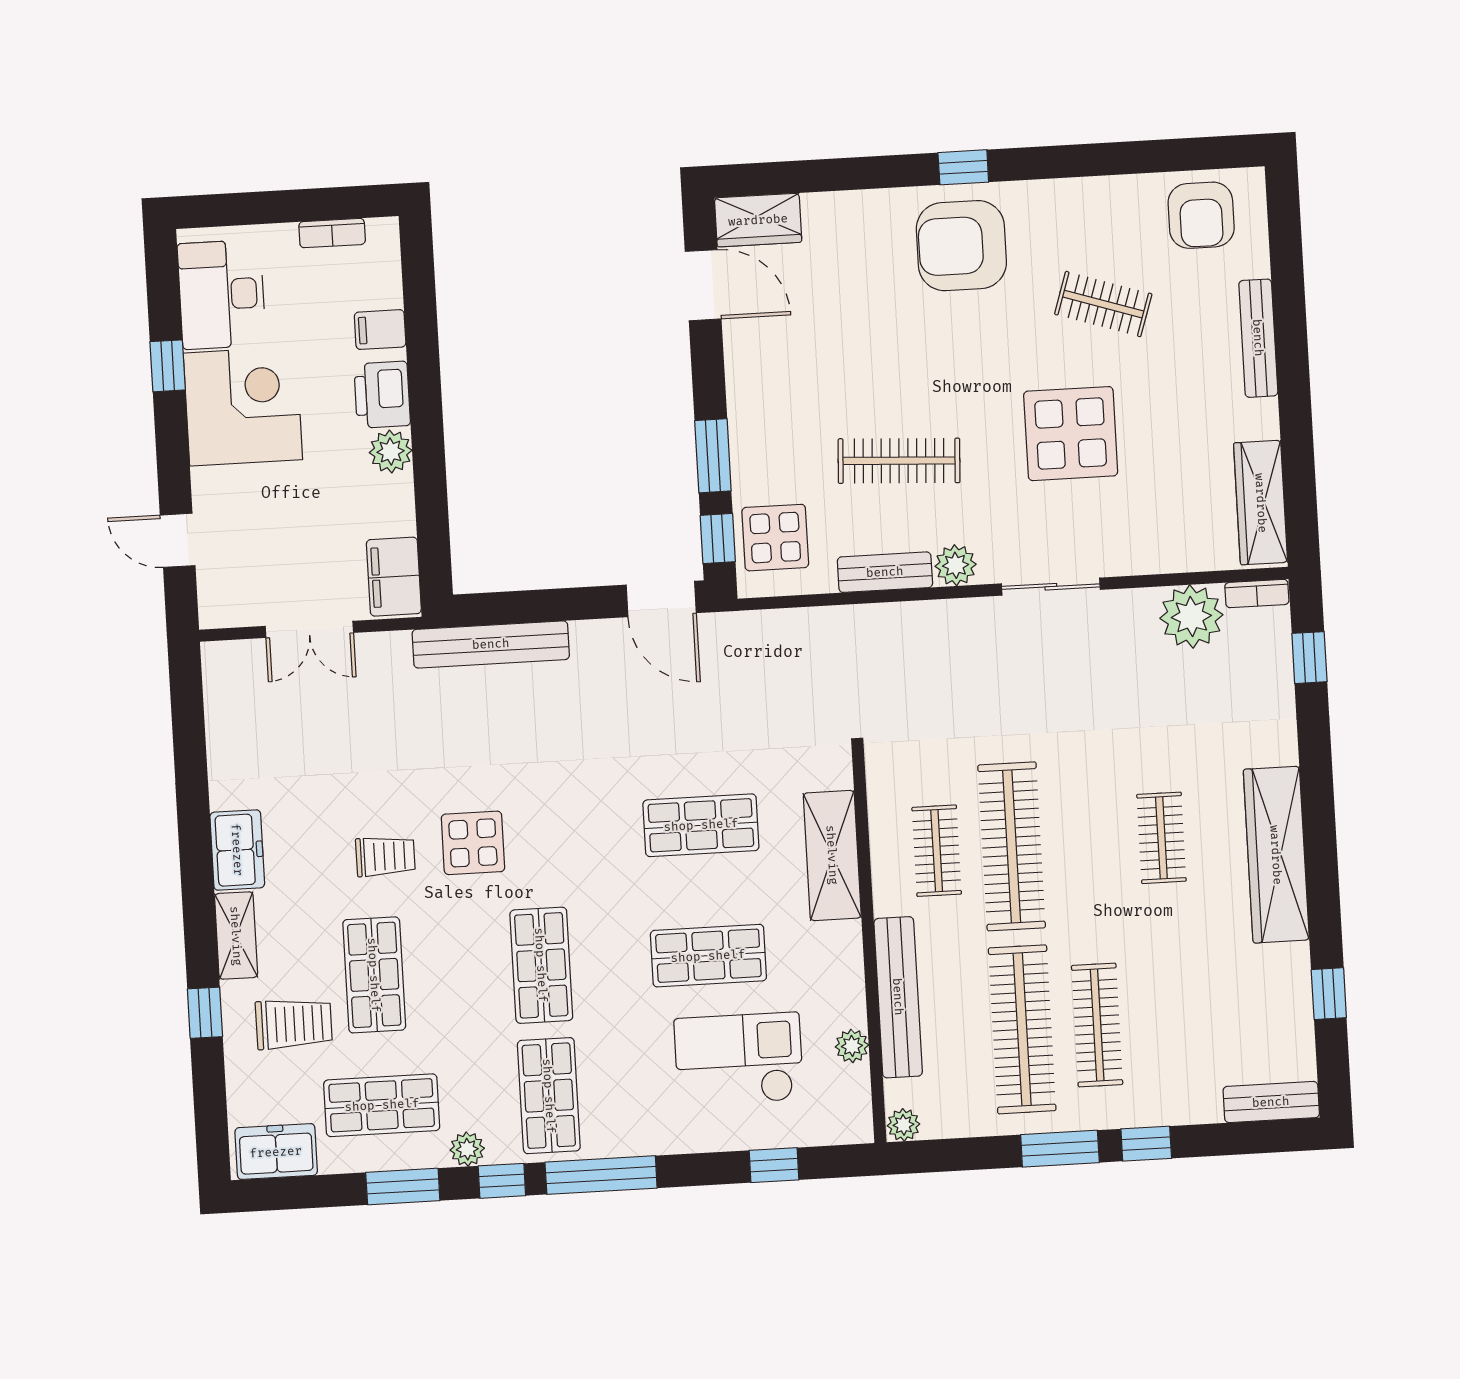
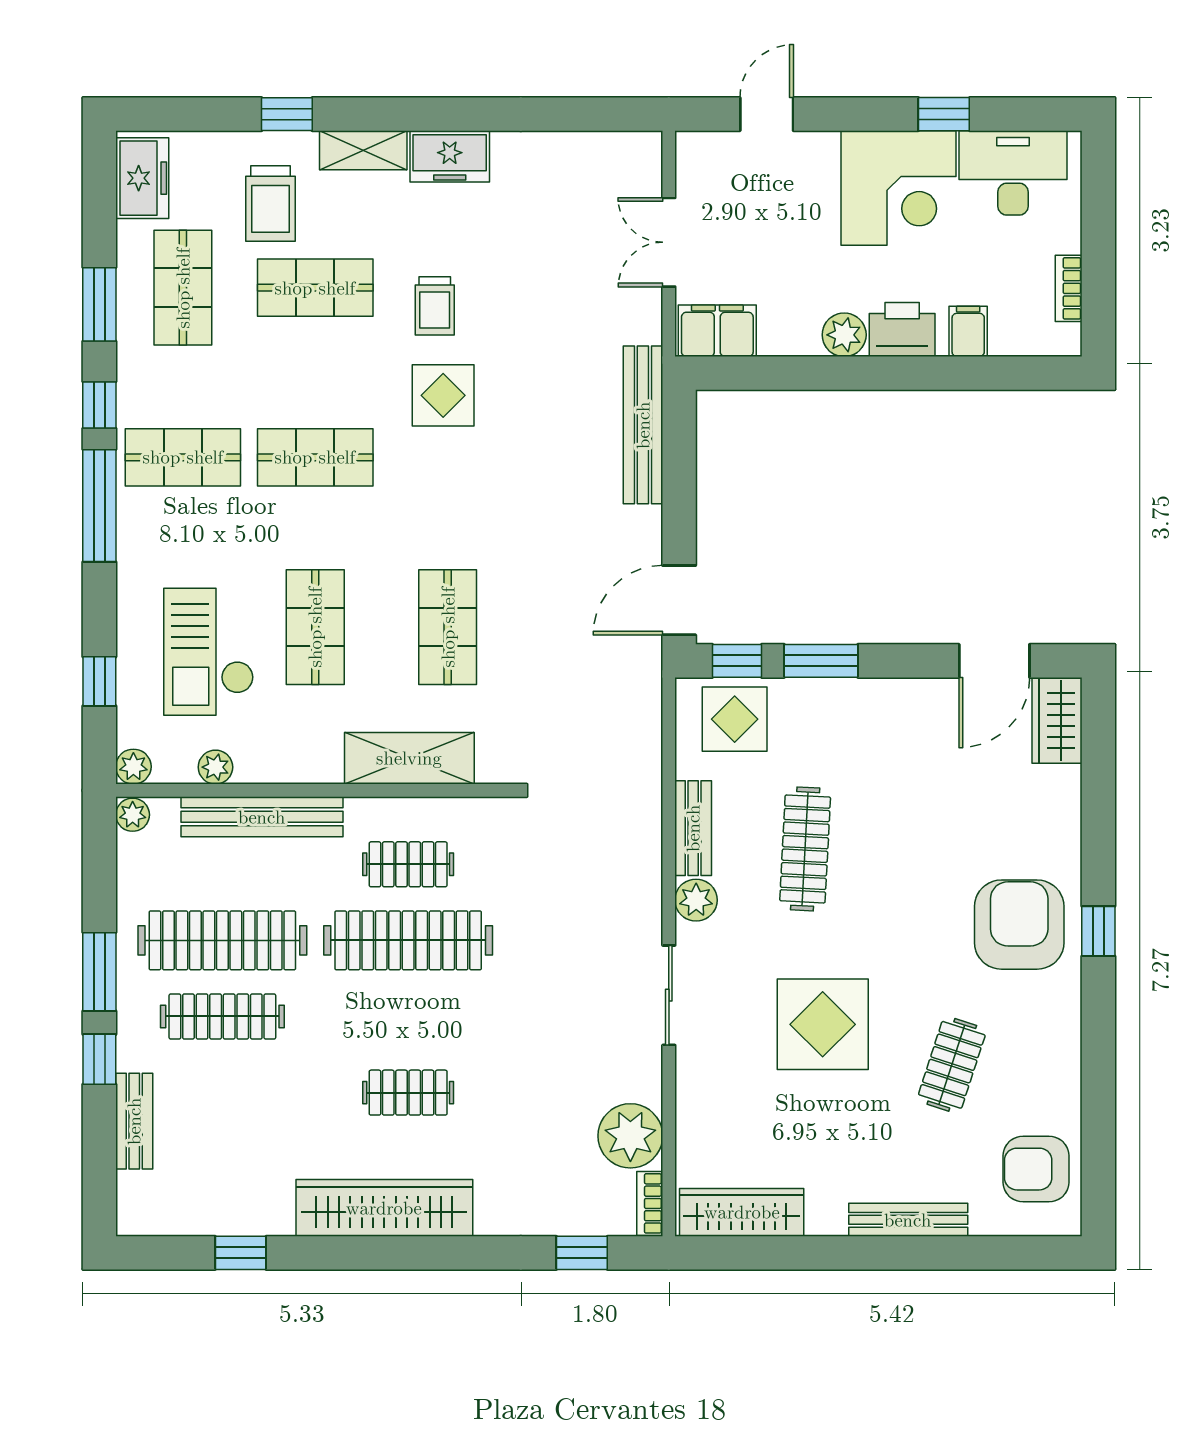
checkout: (739, 1059) -> (209, 652), turned 180
bench: (1271, 1102) -> (134, 1121), moved
plant: (467, 1149) -> (133, 767), moved

